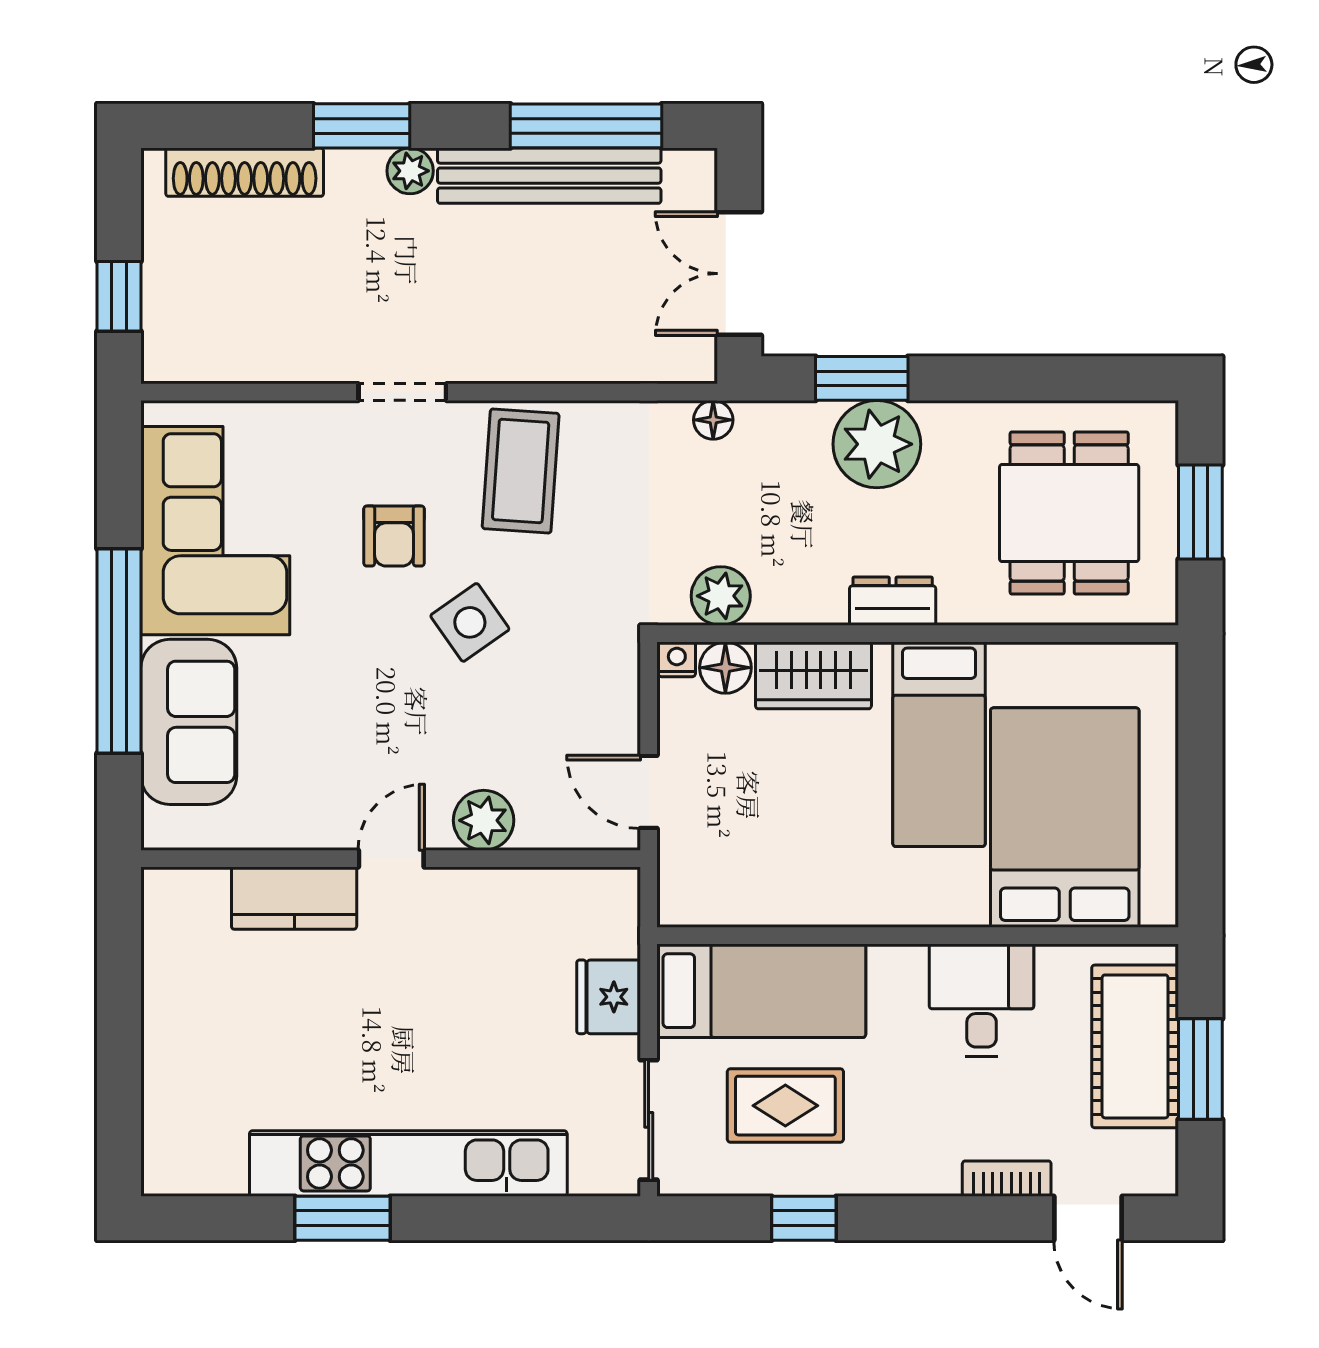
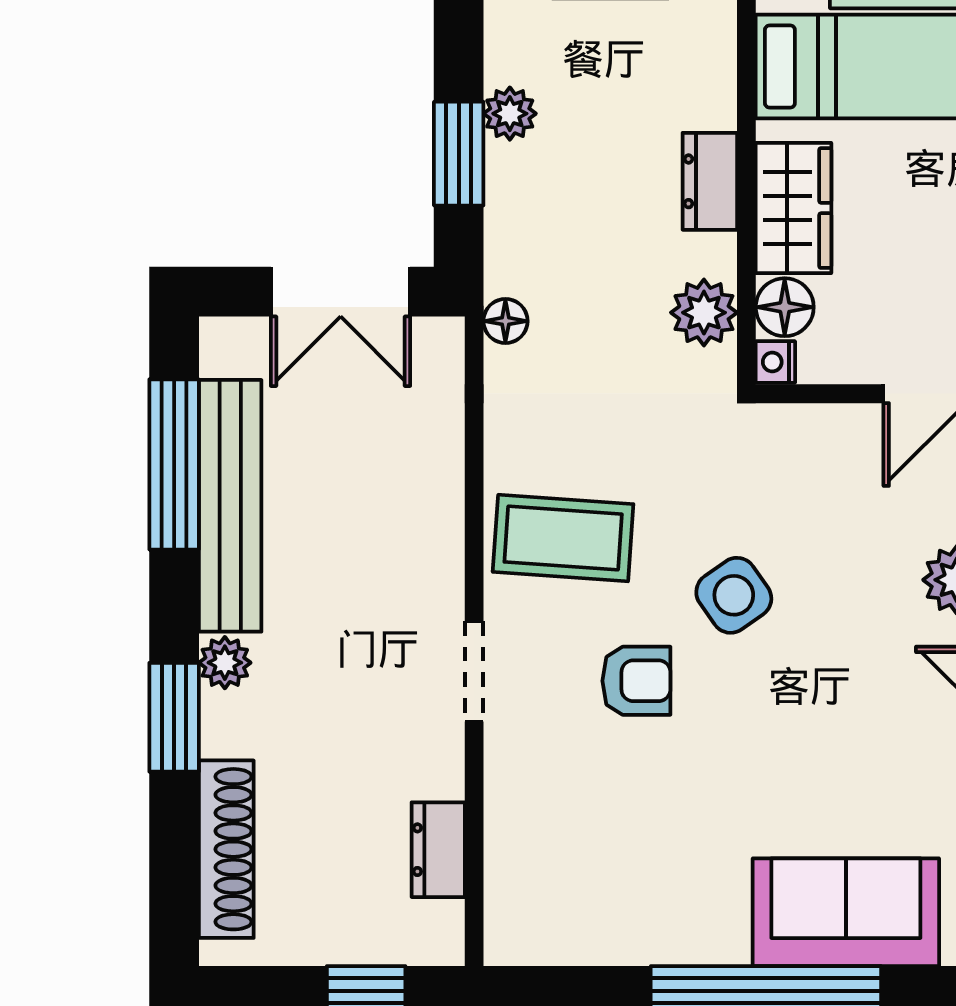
dresser: (244, 360) -> (438, 850), added
plant: (877, 444) -> (510, 114), width x0.53, depth x0.53
corner sofa: (215, 531) -> (630, 882), removed
dresser: (893, 601) -> (710, 181), moved

